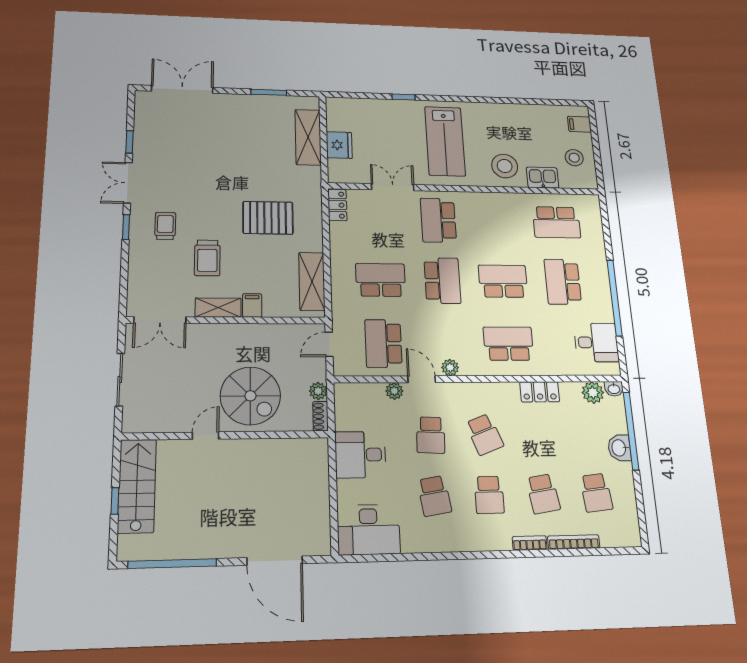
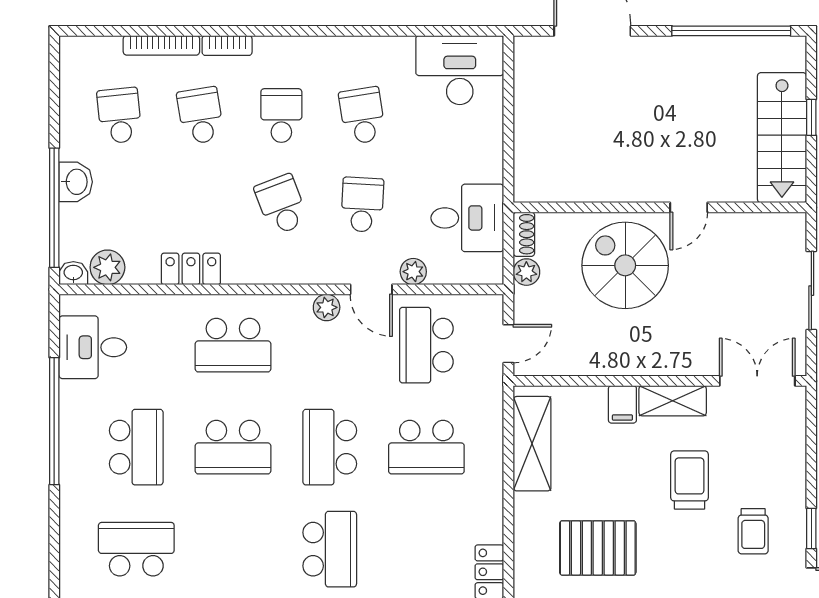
school desk: (383, 343) -> (426, 345), turned 180
desk: (360, 455) -> (467, 218), moved

